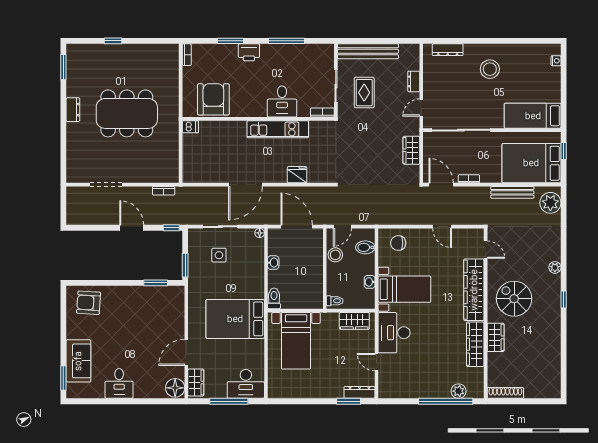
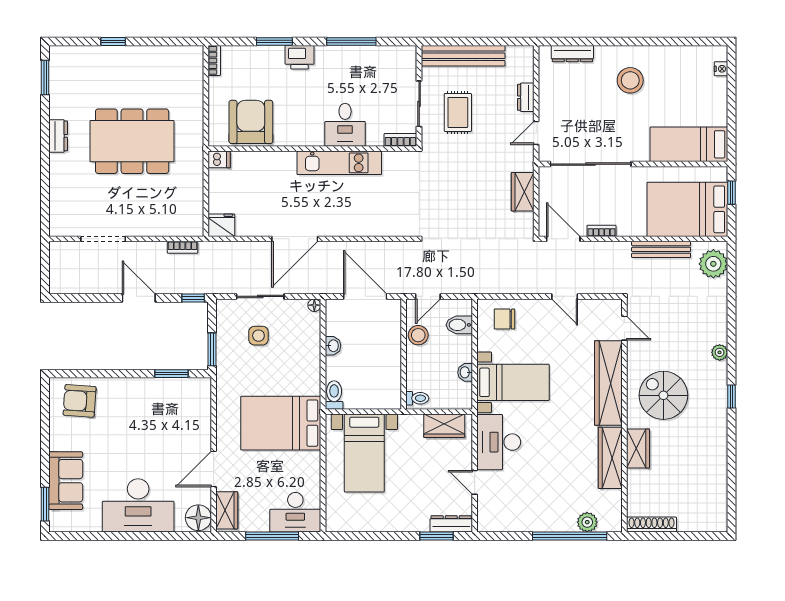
fridge: (297, 175) -> (221, 225), moved
desk: (119, 383) -> (138, 505), width x1.87, depth x1.30

